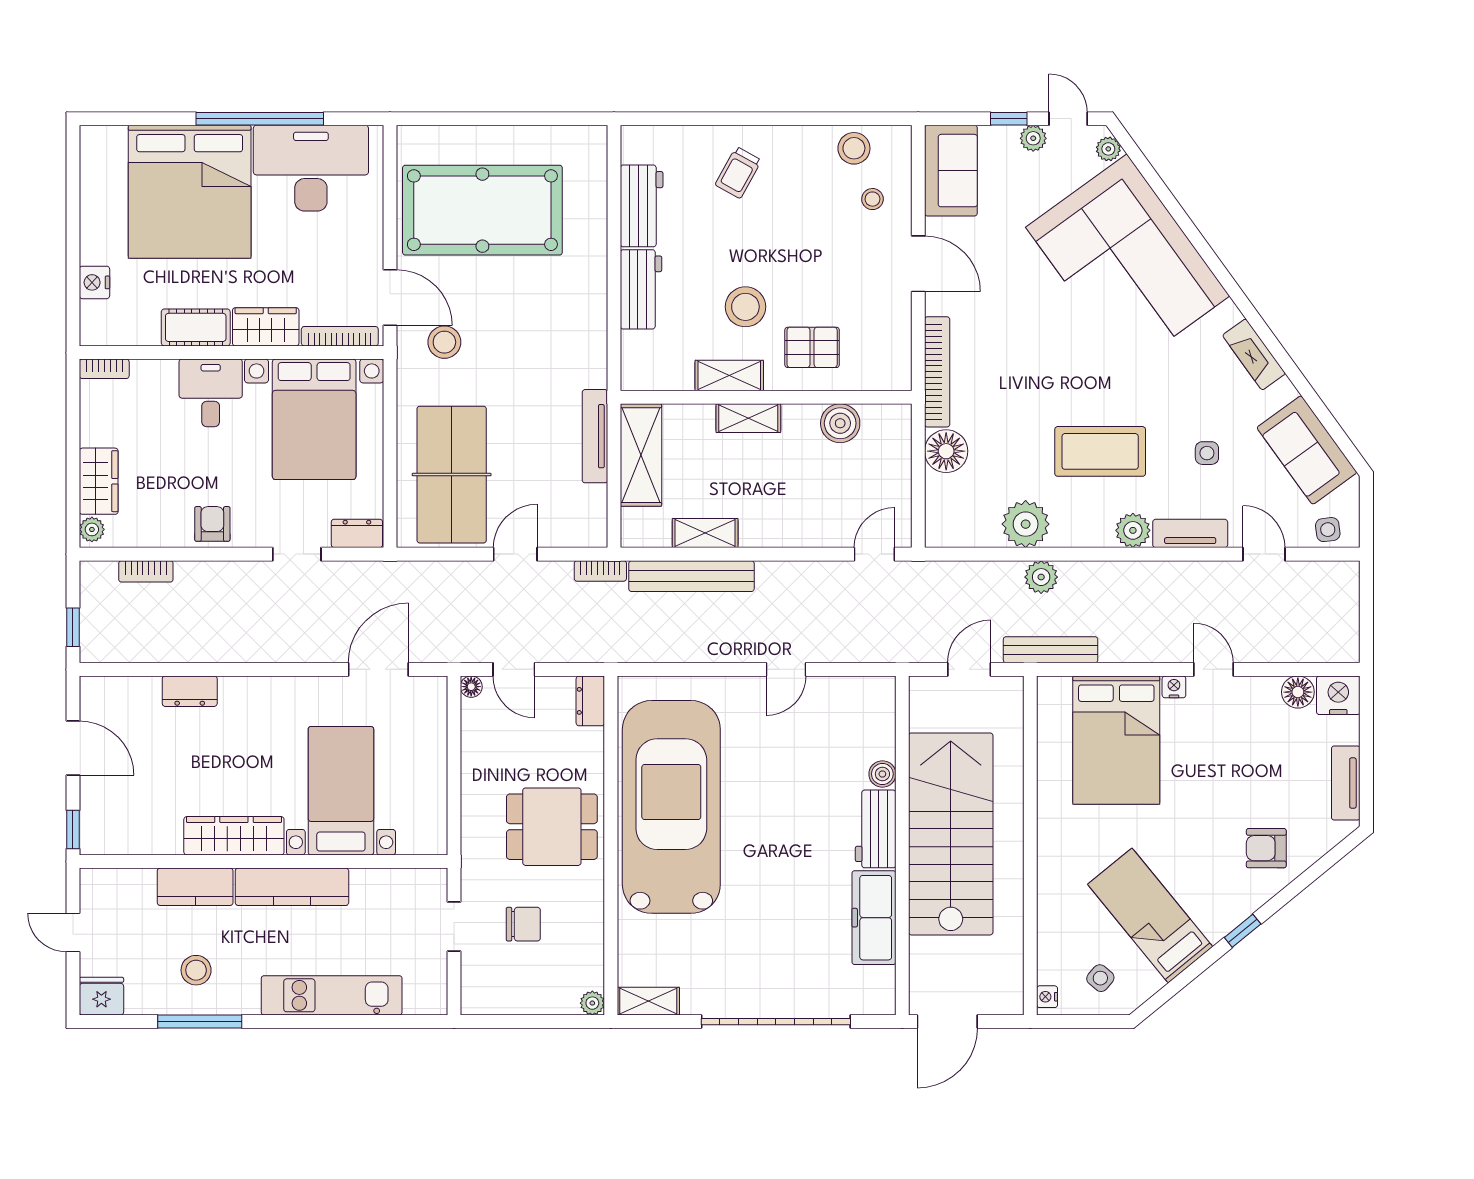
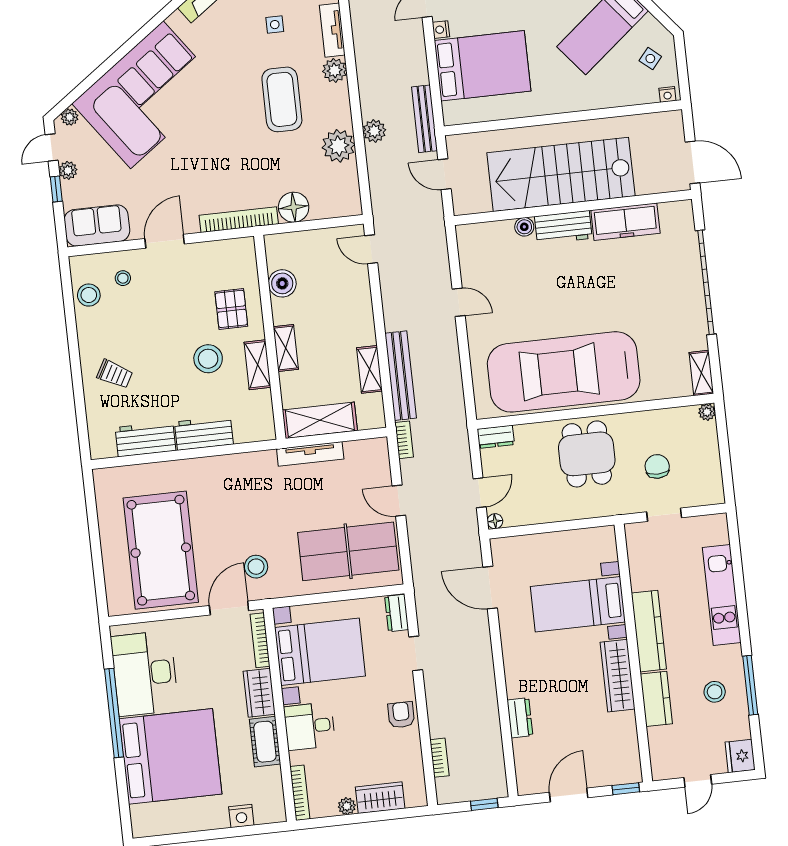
bookcase: (104, 369) -> (300, 793), width x1.56
armchair: (212, 524) -> (401, 715), turned 90
plant: (92, 529) -> (347, 806), moved

